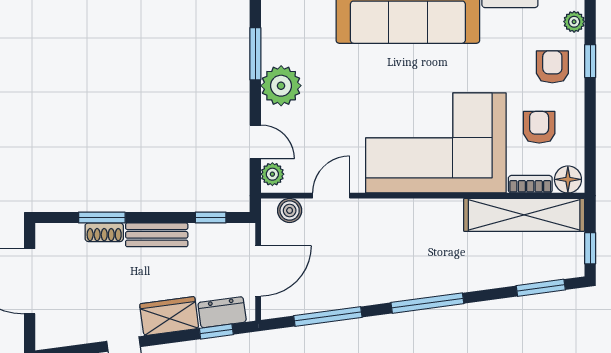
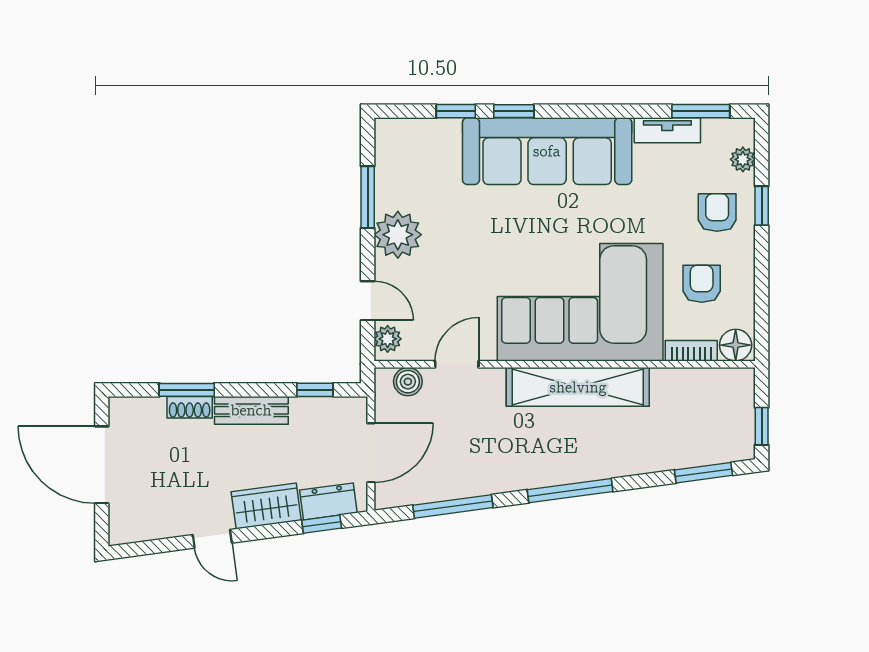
shelving: (524, 215) -> (578, 387), moved

